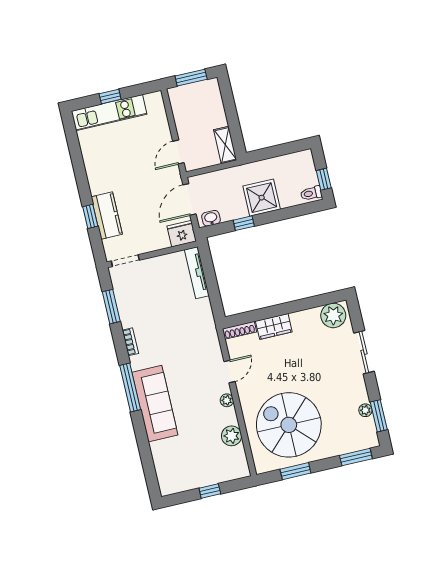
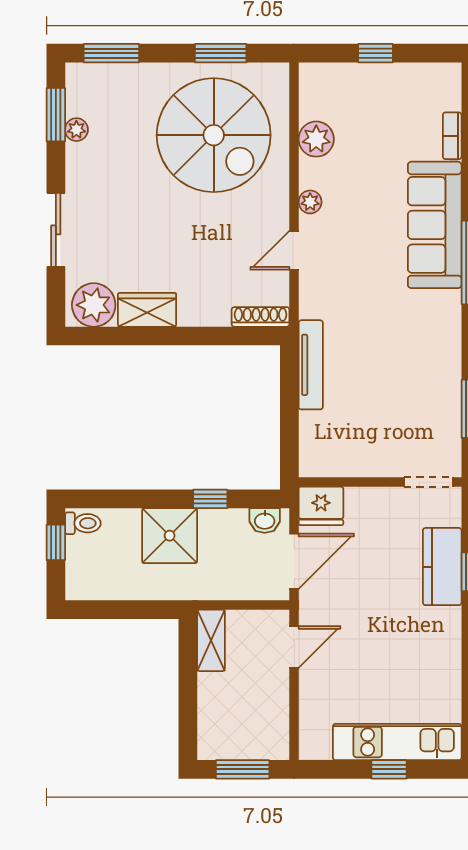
tv unit: (197, 273) -> (311, 365), moved
wardrobe: (274, 326) -> (147, 310), moved
bookcase: (130, 342) -> (452, 136), moved

